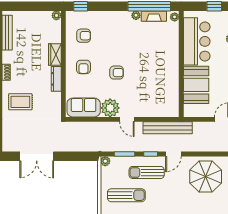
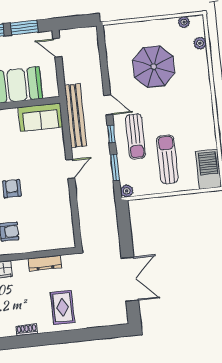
dresser: (56, 79) -> (45, 263), moved
sofa: (84, 107) -> (40, 117), moved, turned -90
plant: (110, 108) -> (58, 192), removed
parasol: (206, 177) -> (154, 67), moved

